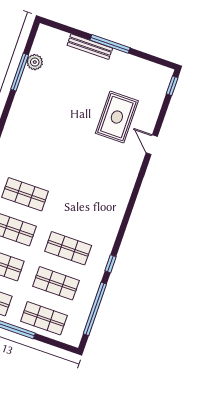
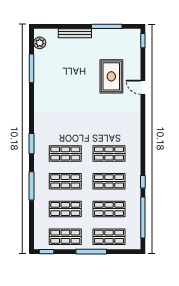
window: (110, 44) -> (107, 26), moved
plant: (35, 62) -> (40, 43), moved
shop shelf: (80, 213) -> (109, 153), added

